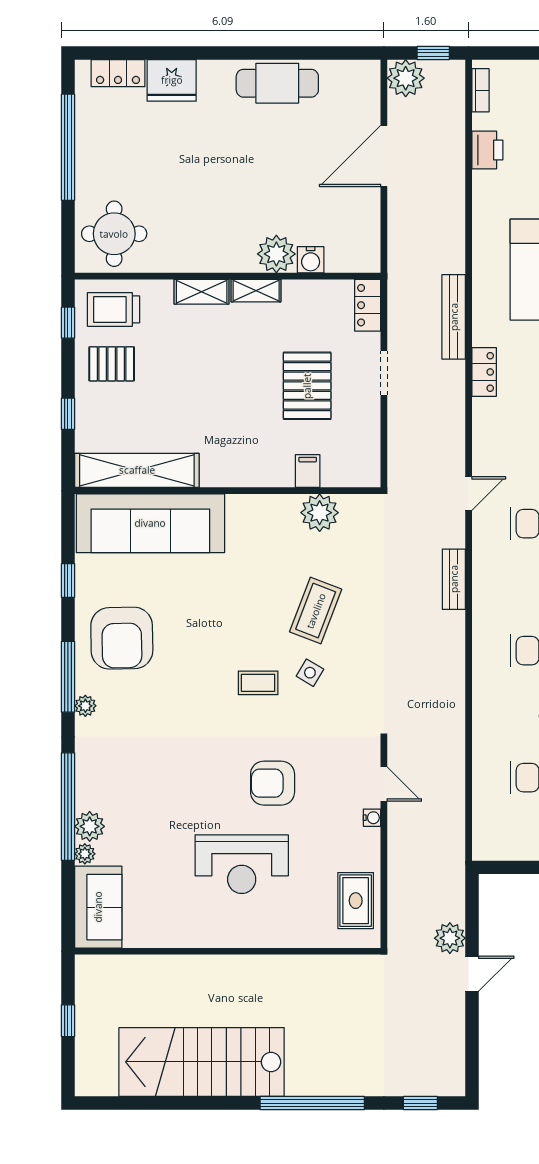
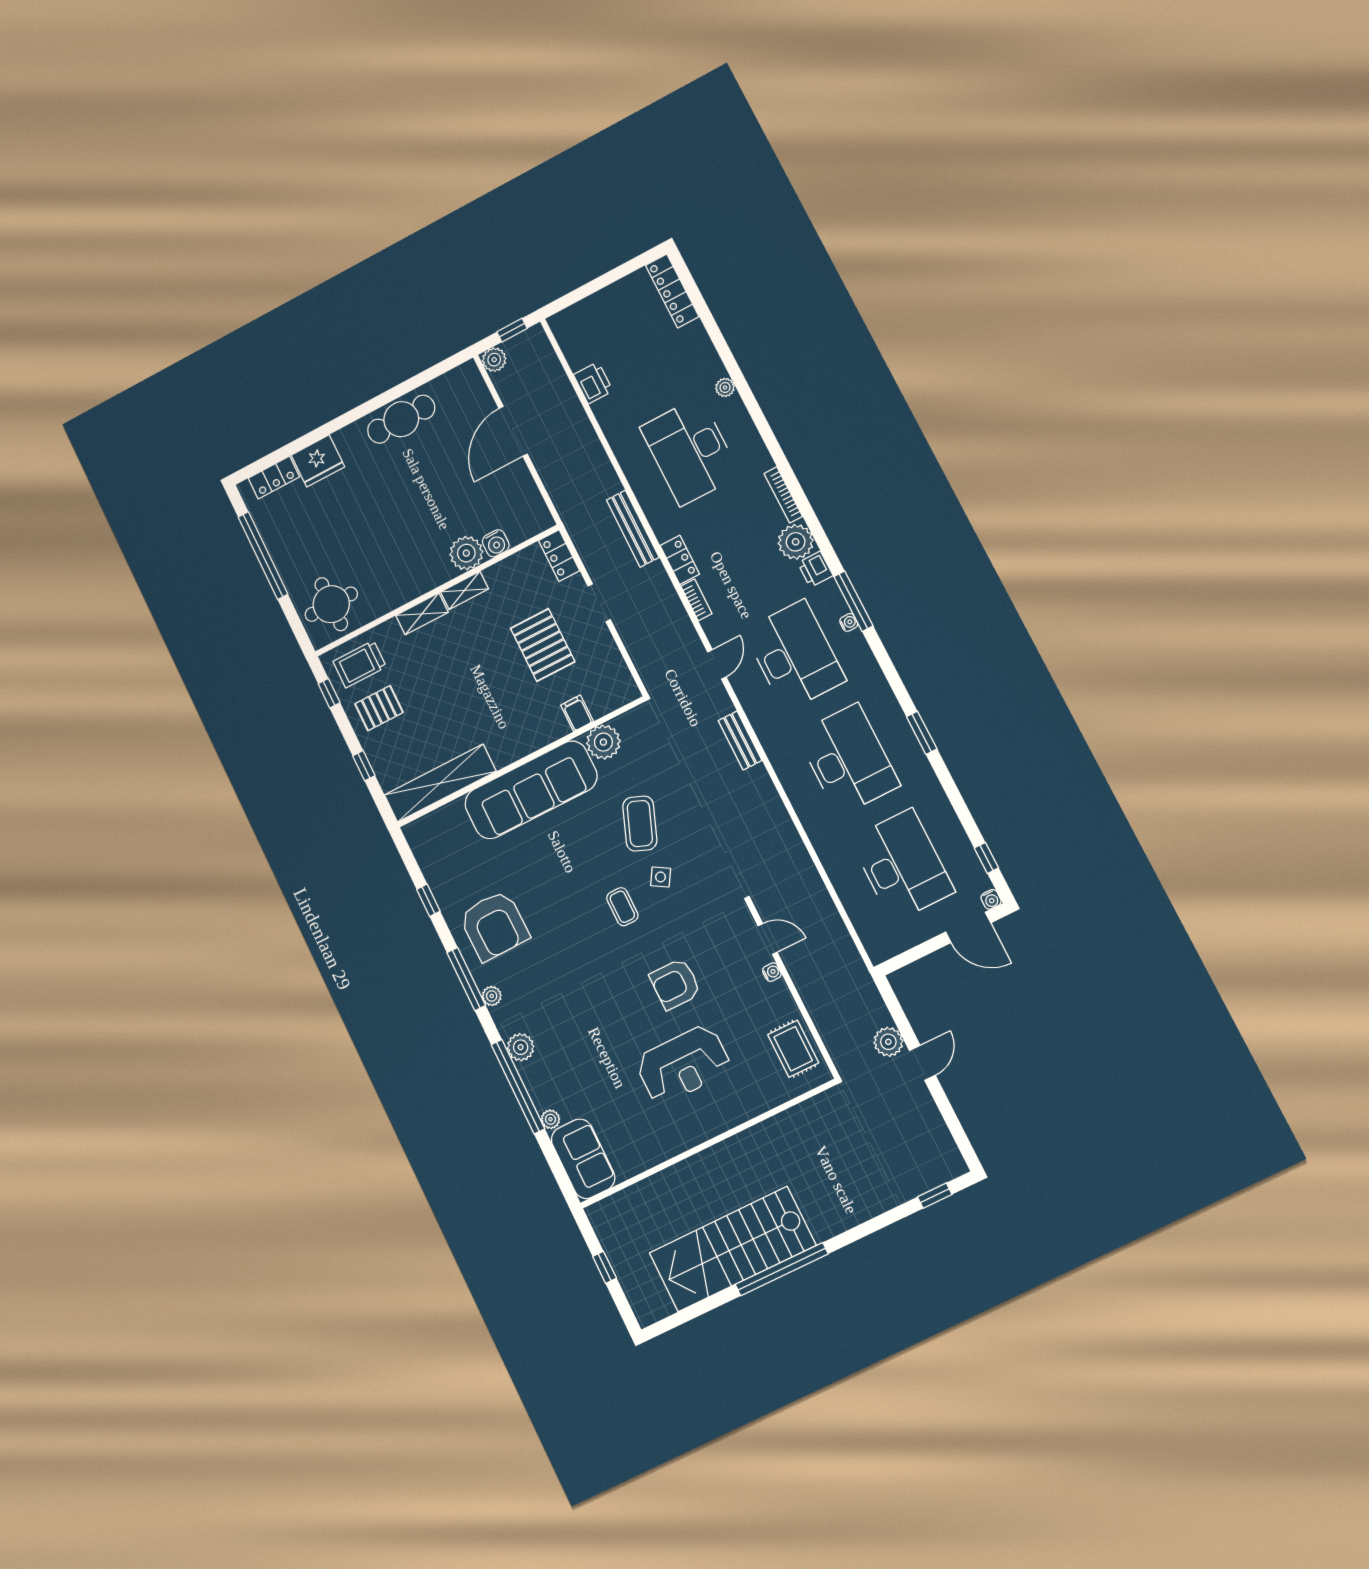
plant: (406, 78) -> (494, 360), width x0.73, depth x0.73
bookcase: (480, 90) -> (696, 600), moved
sofa: (150, 523) -> (531, 790), moved
coffee table: (258, 683) -> (622, 907), turned 90
plant: (90, 826) -> (521, 1047), moved
window: (312, 1103) -> (782, 1269), moved

